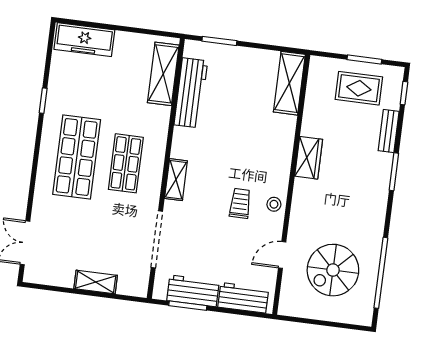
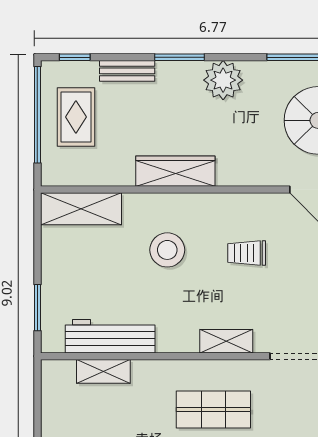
window: (364, 59) -> (37, 115), width x2.11
shelving: (163, 74) -> (103, 371), width x0.67, depth x0.75
wardrobe: (309, 158) -> (175, 171), width x1.50
plant: (372, 202) -> (223, 80), added
stool: (274, 204) -> (167, 250), moved, width x1.89, depth x1.89

